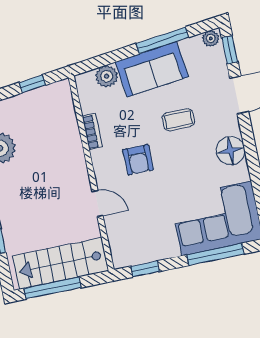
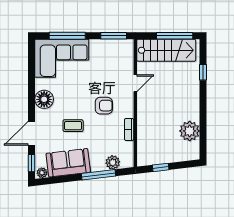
window: (162, 40) -> (99, 175), moved
sofa: (152, 69) -> (68, 163), moved
armchair: (138, 160) -> (104, 106), turned 90
door: (97, 203) -> (135, 83), swing flipped
window: (145, 269) -> (114, 36), width x1.50

